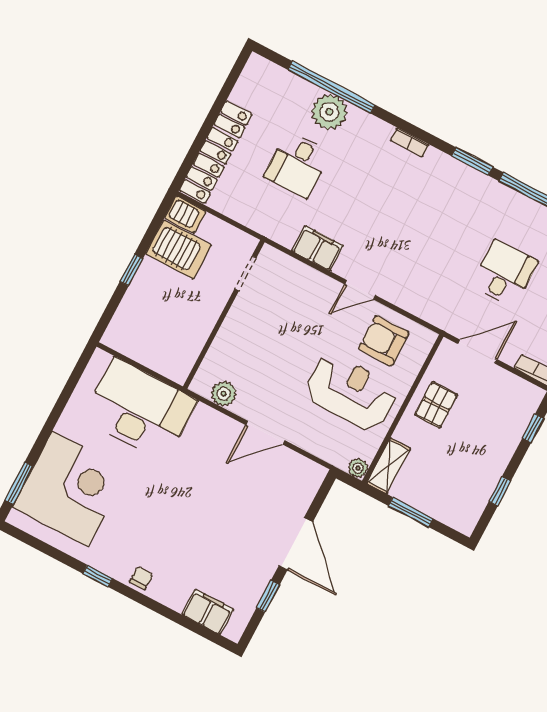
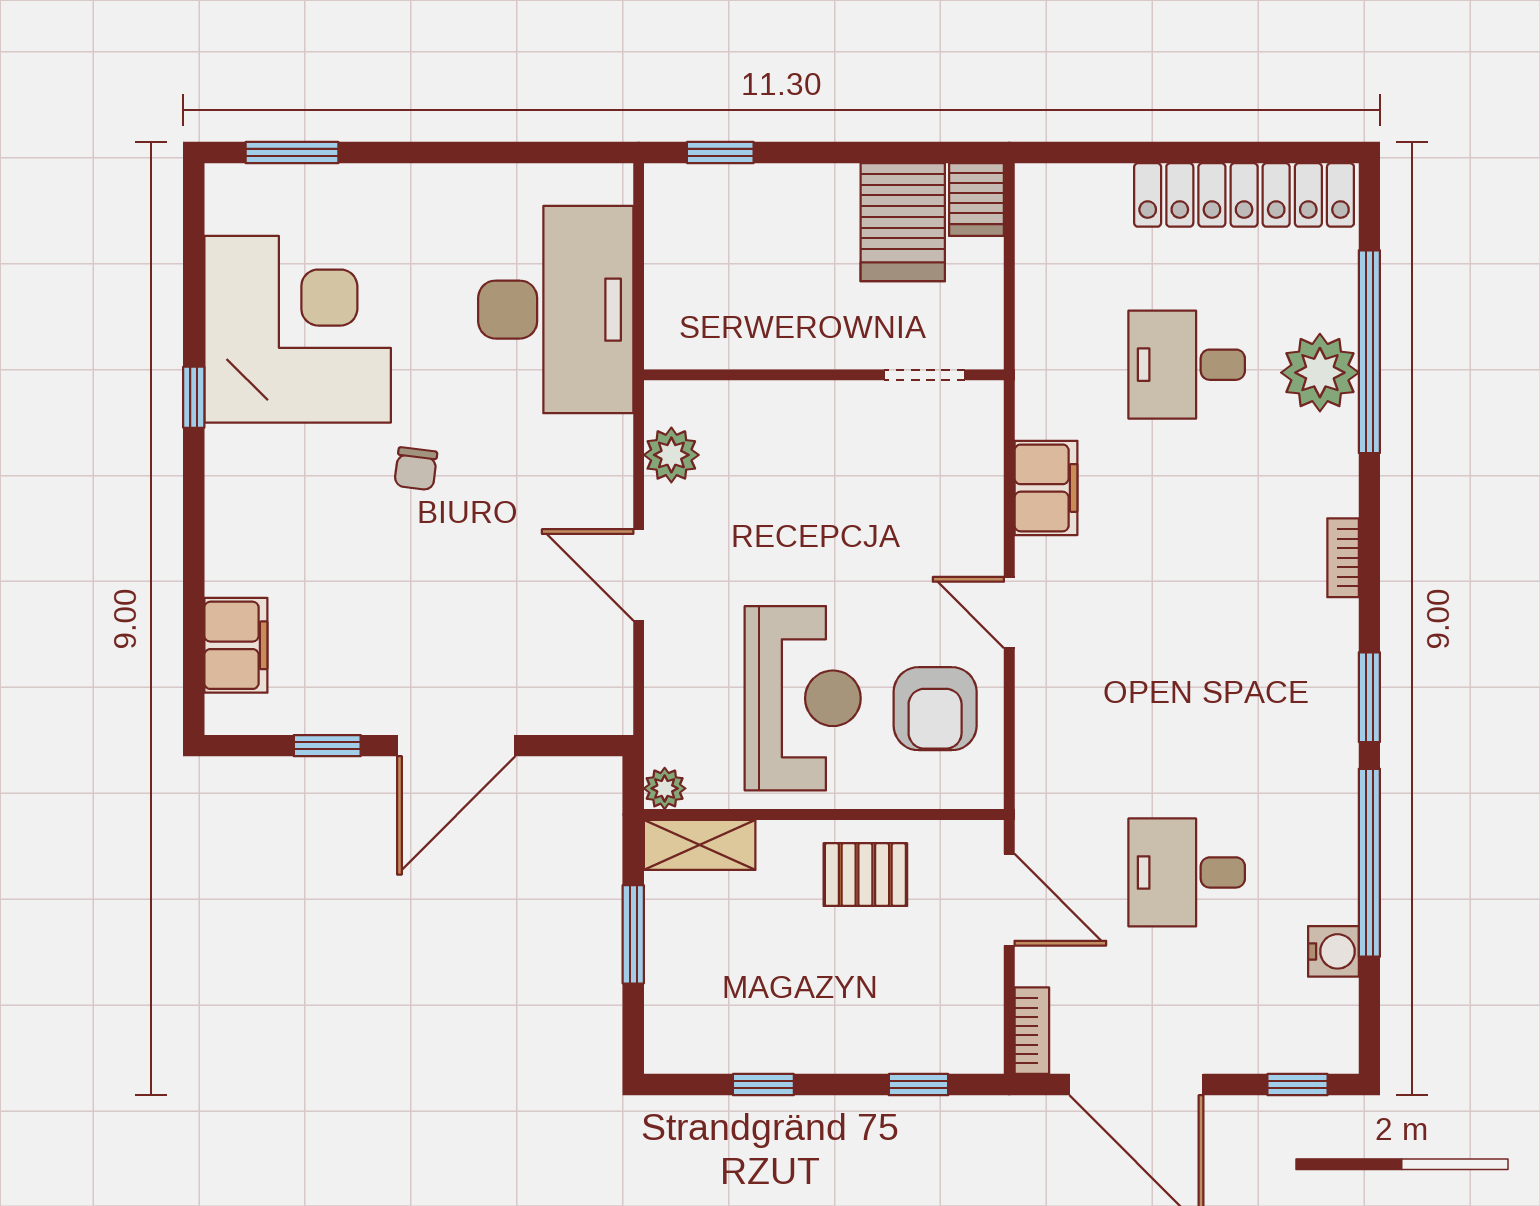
locker: (216, 152) -> (1244, 195), moved
window: (131, 270) -> (720, 153), moved
desk: (504, 273) -> (1187, 872), turned 180
armchair: (384, 341) -> (935, 709), turned 180
corner desk: (70, 489) -> (298, 329), moved, turned -90
chair: (141, 578) -> (416, 469), moved, turned 97

